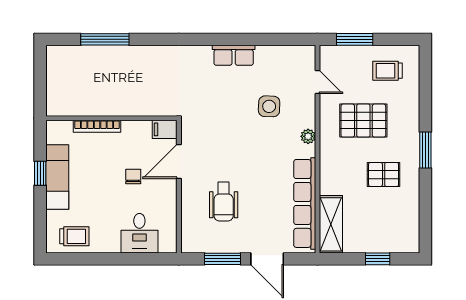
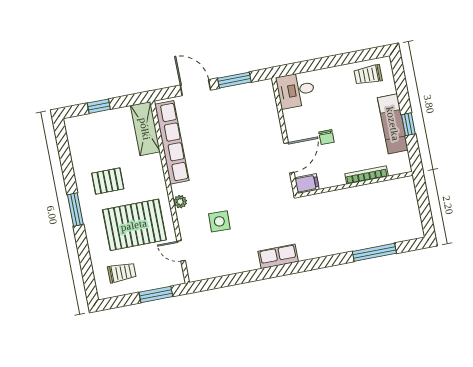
row of seats: (234, 55) -> (278, 256), moved
pallet: (363, 121) -> (134, 225), width x1.37, depth x1.41
wheelchair: (224, 202) -> (243, 130), removed
desk: (139, 233) -> (296, 90), moved, turned -90

